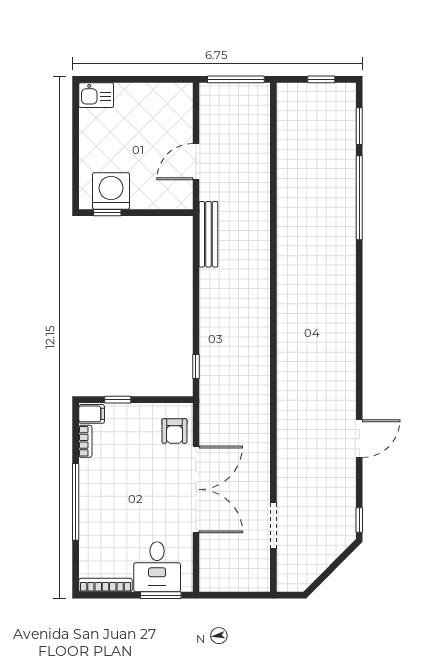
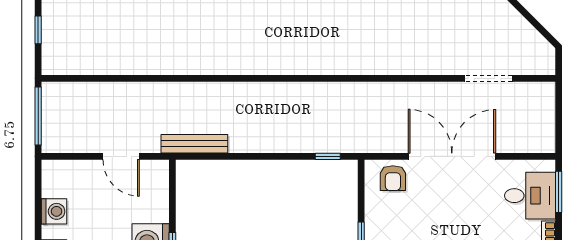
washing machine: (142, 95) -> (54, 211), added
armchair: (174, 431) -> (393, 178), turned 90

